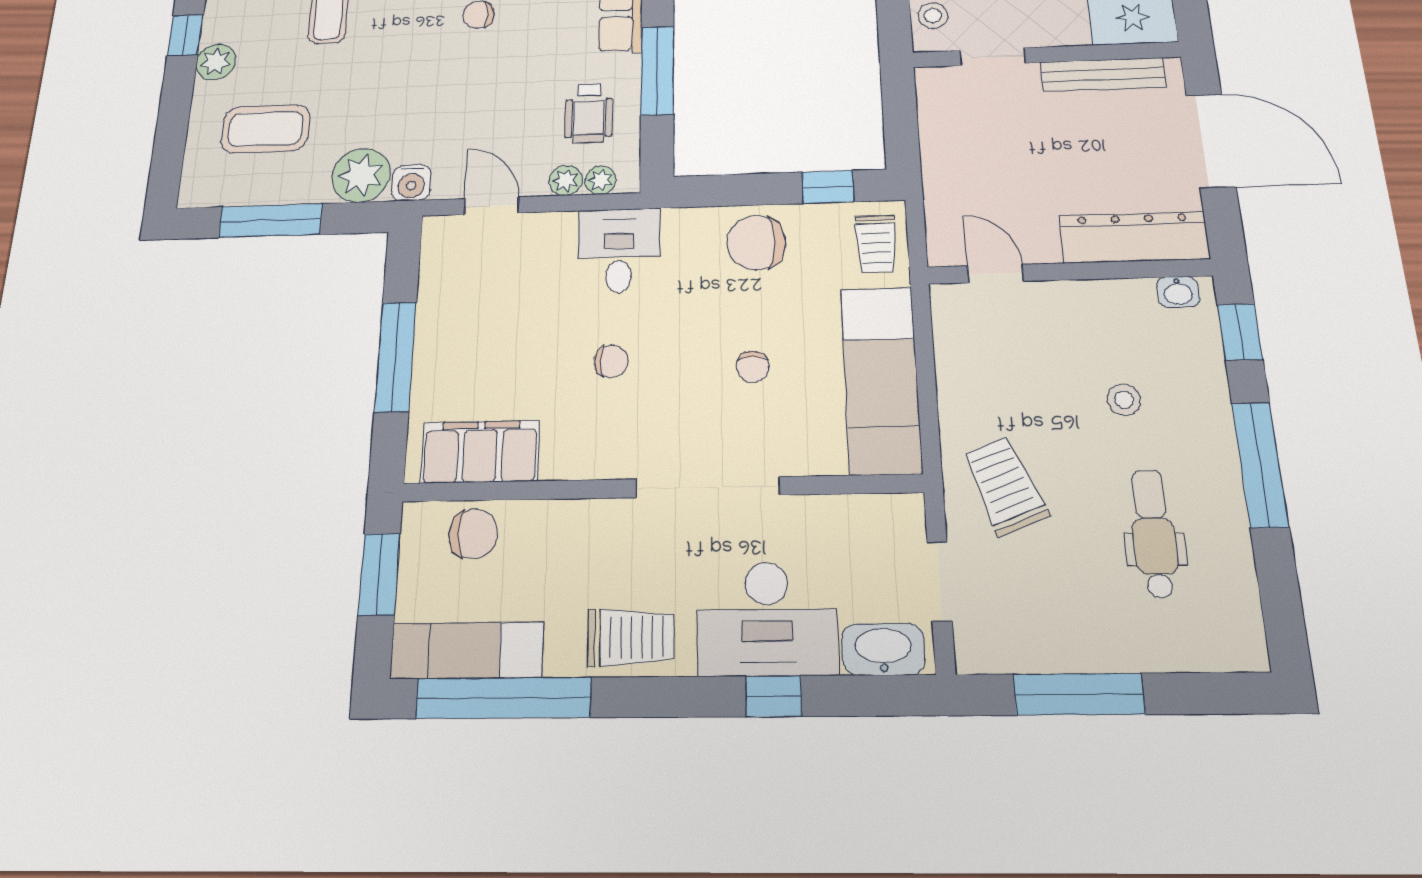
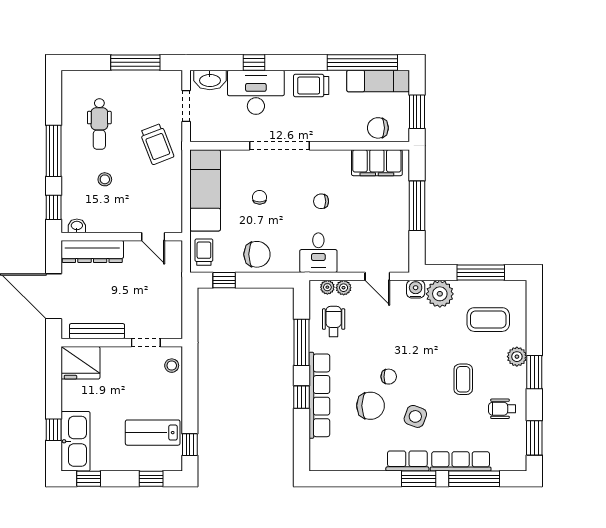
window: (185, 35) -> (534, 372), width x1.50

